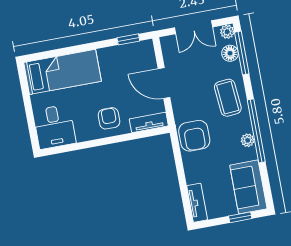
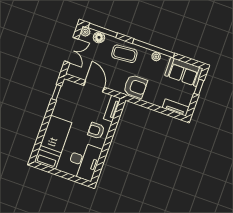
door: (164, 83) -> (94, 86), swing flipped
desk: (54, 127) -> (84, 161), width x1.37

